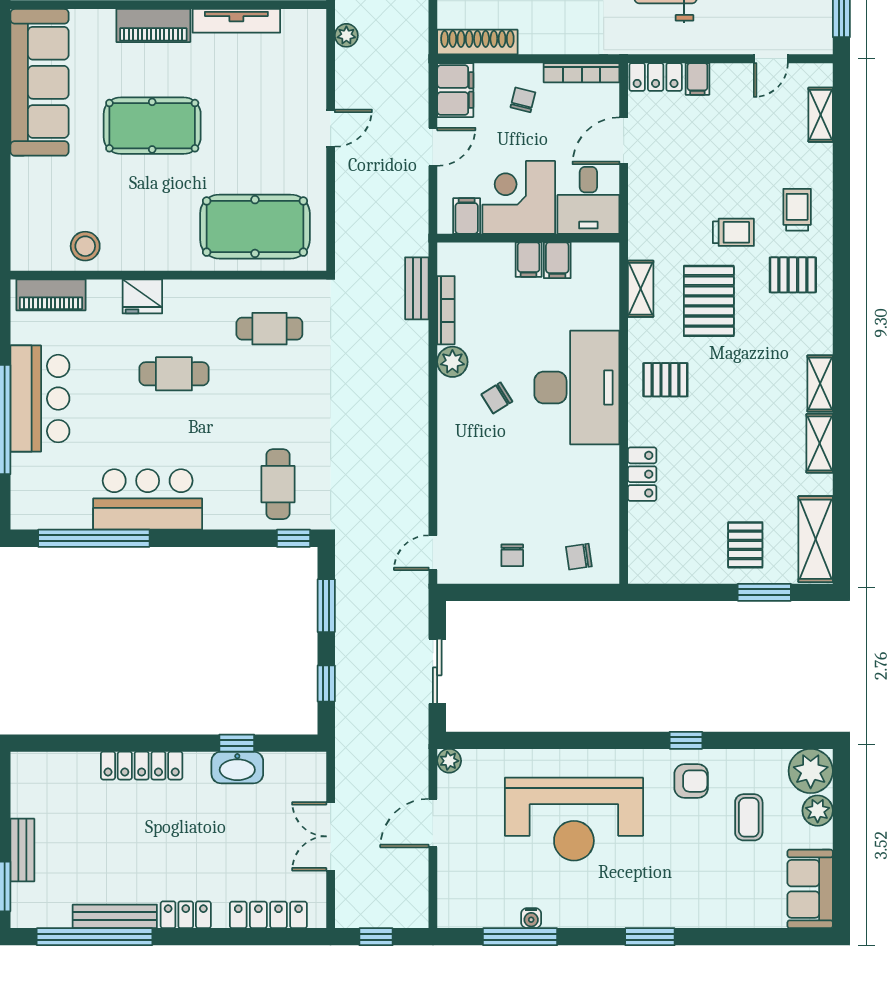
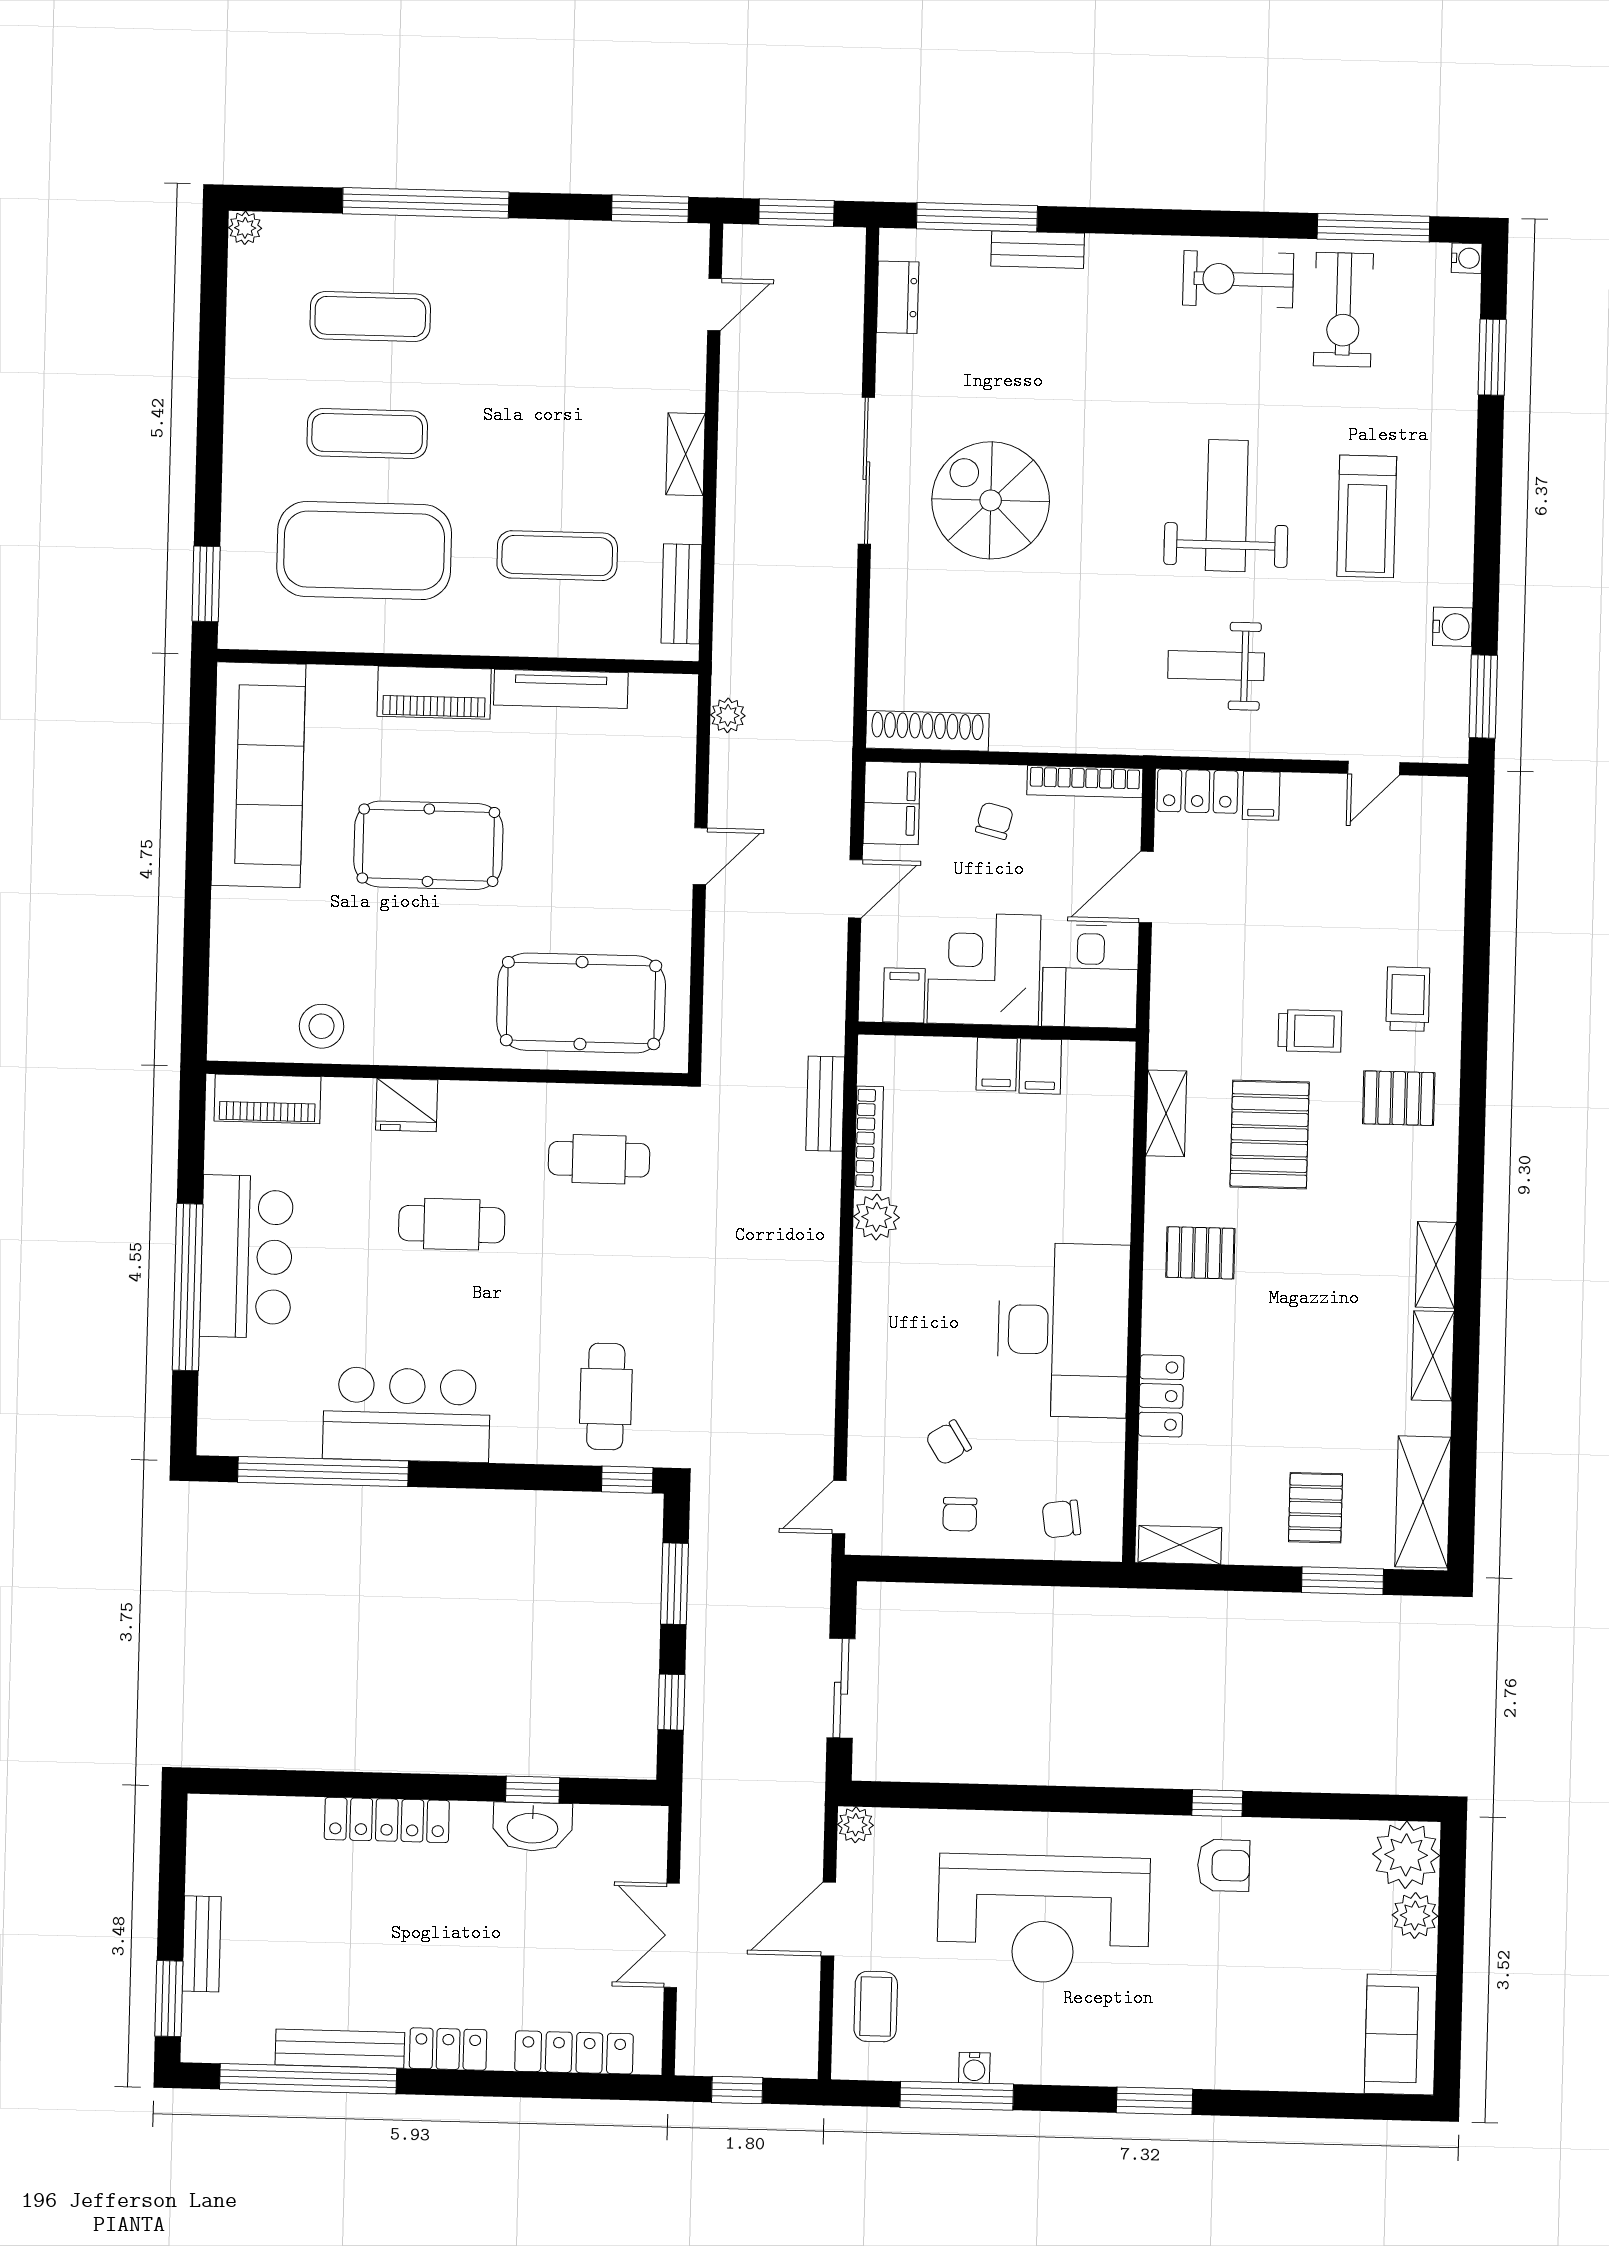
shelving: (821, 115) -> (1180, 1545), moved, turned 90
desk: (577, 387) -> (1063, 1330), moved
chair: (497, 398) -> (948, 1443), moved
coffee table: (749, 817) -> (876, 2007), moved

